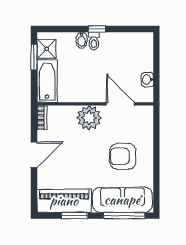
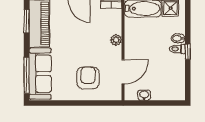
plant: (89, 118) -> (116, 40), width x0.53, depth x0.53
armchair: (123, 156) -> (88, 78), moved
window: (75, 216) -> (27, 21), moved

